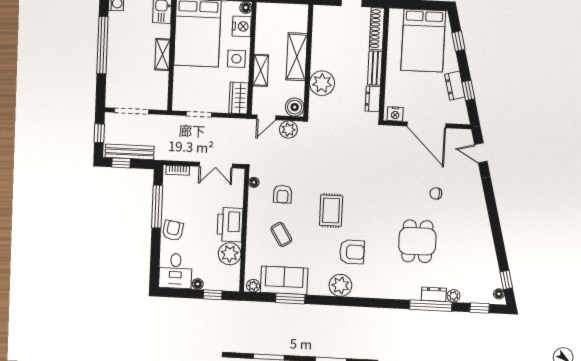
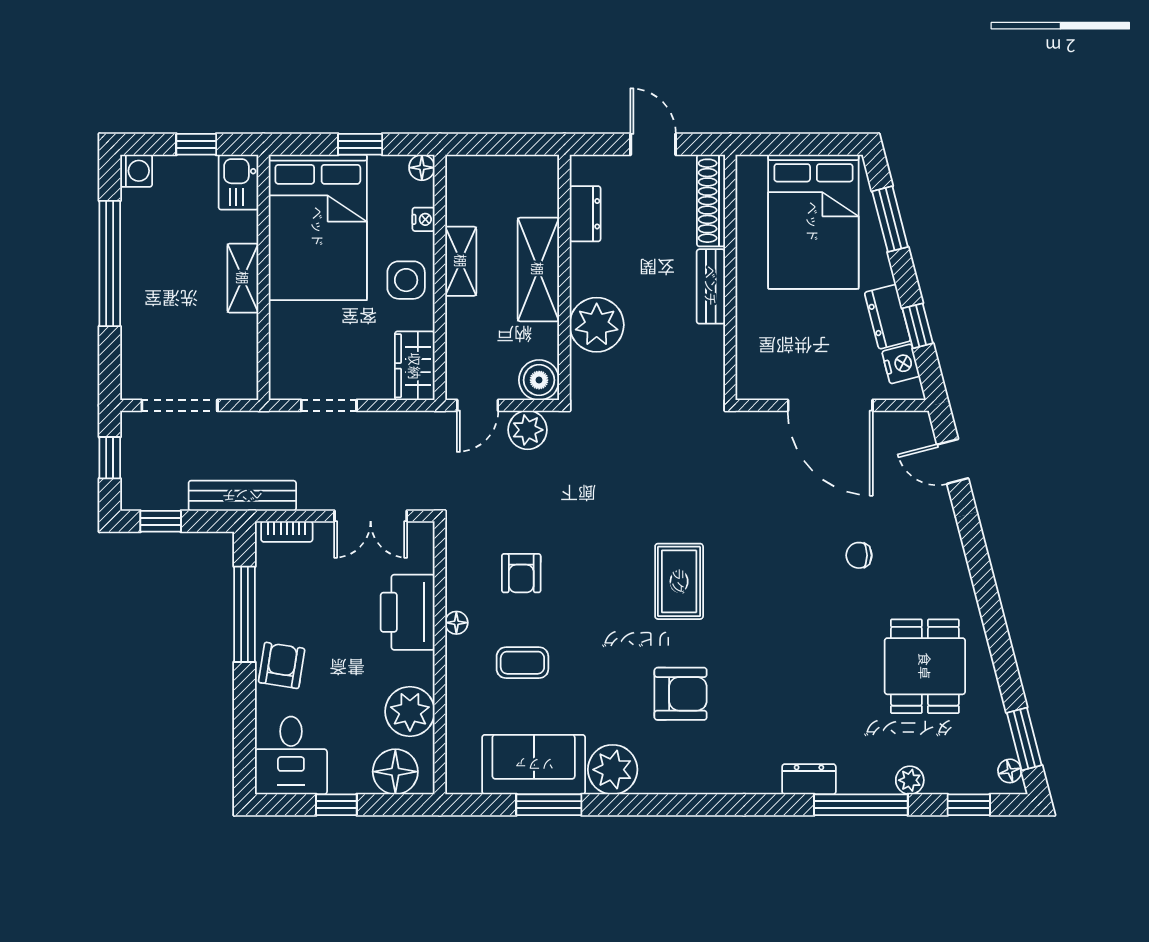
nightstand: (242, 26) -> (424, 219), width x0.53, depth x0.56
window: (458, 41) -> (890, 219), width x1.50
shelving: (261, 70) -> (461, 261), moved
dresser: (373, 99) -> (585, 214), moved, turned 180
nightstand: (395, 114) -> (901, 364), moved, turned -104
bench: (130, 152) -> (242, 496), moved
floor lamp: (254, 182) -> (456, 623), moved
rug: (331, 211) -> (679, 581), moved
printer: (230, 225) -> (408, 612), moved
coffee table: (281, 234) -> (522, 663), turned -58
dining table: (417, 241) -> (925, 666), moved
window: (506, 280) -> (1024, 739), width x1.50
floor lamp: (198, 284) -> (395, 772), moved, width x1.89, depth x1.89
plant: (340, 285) -> (613, 770), moved
plant: (253, 286) -> (465, 780), removed
dresser: (434, 294) -> (809, 779), moved
window: (213, 295) -> (336, 805), moved

